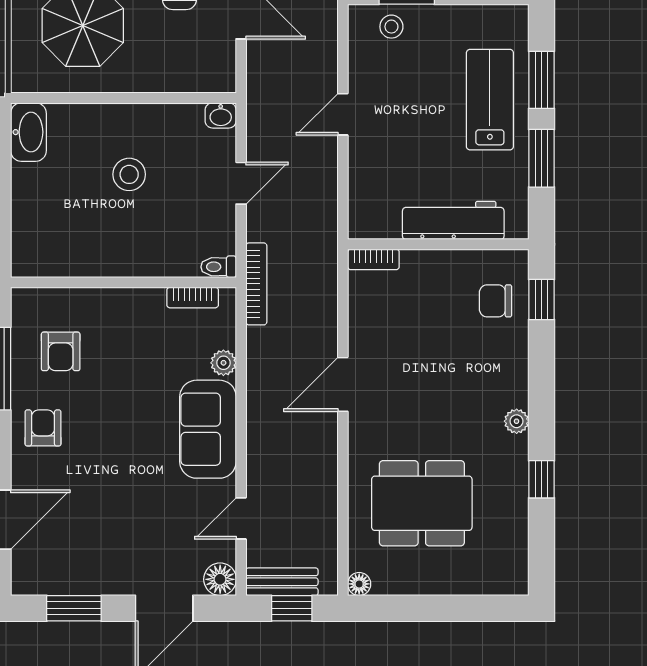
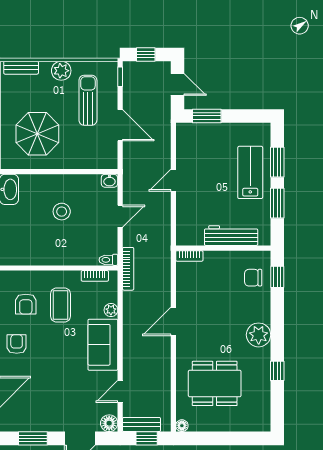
stool: (391, 27) -> (199, 134), removed
coffee table: (127, 353) -> (61, 305), added
plant: (517, 421) -> (259, 335), width x1.87, depth x1.87

